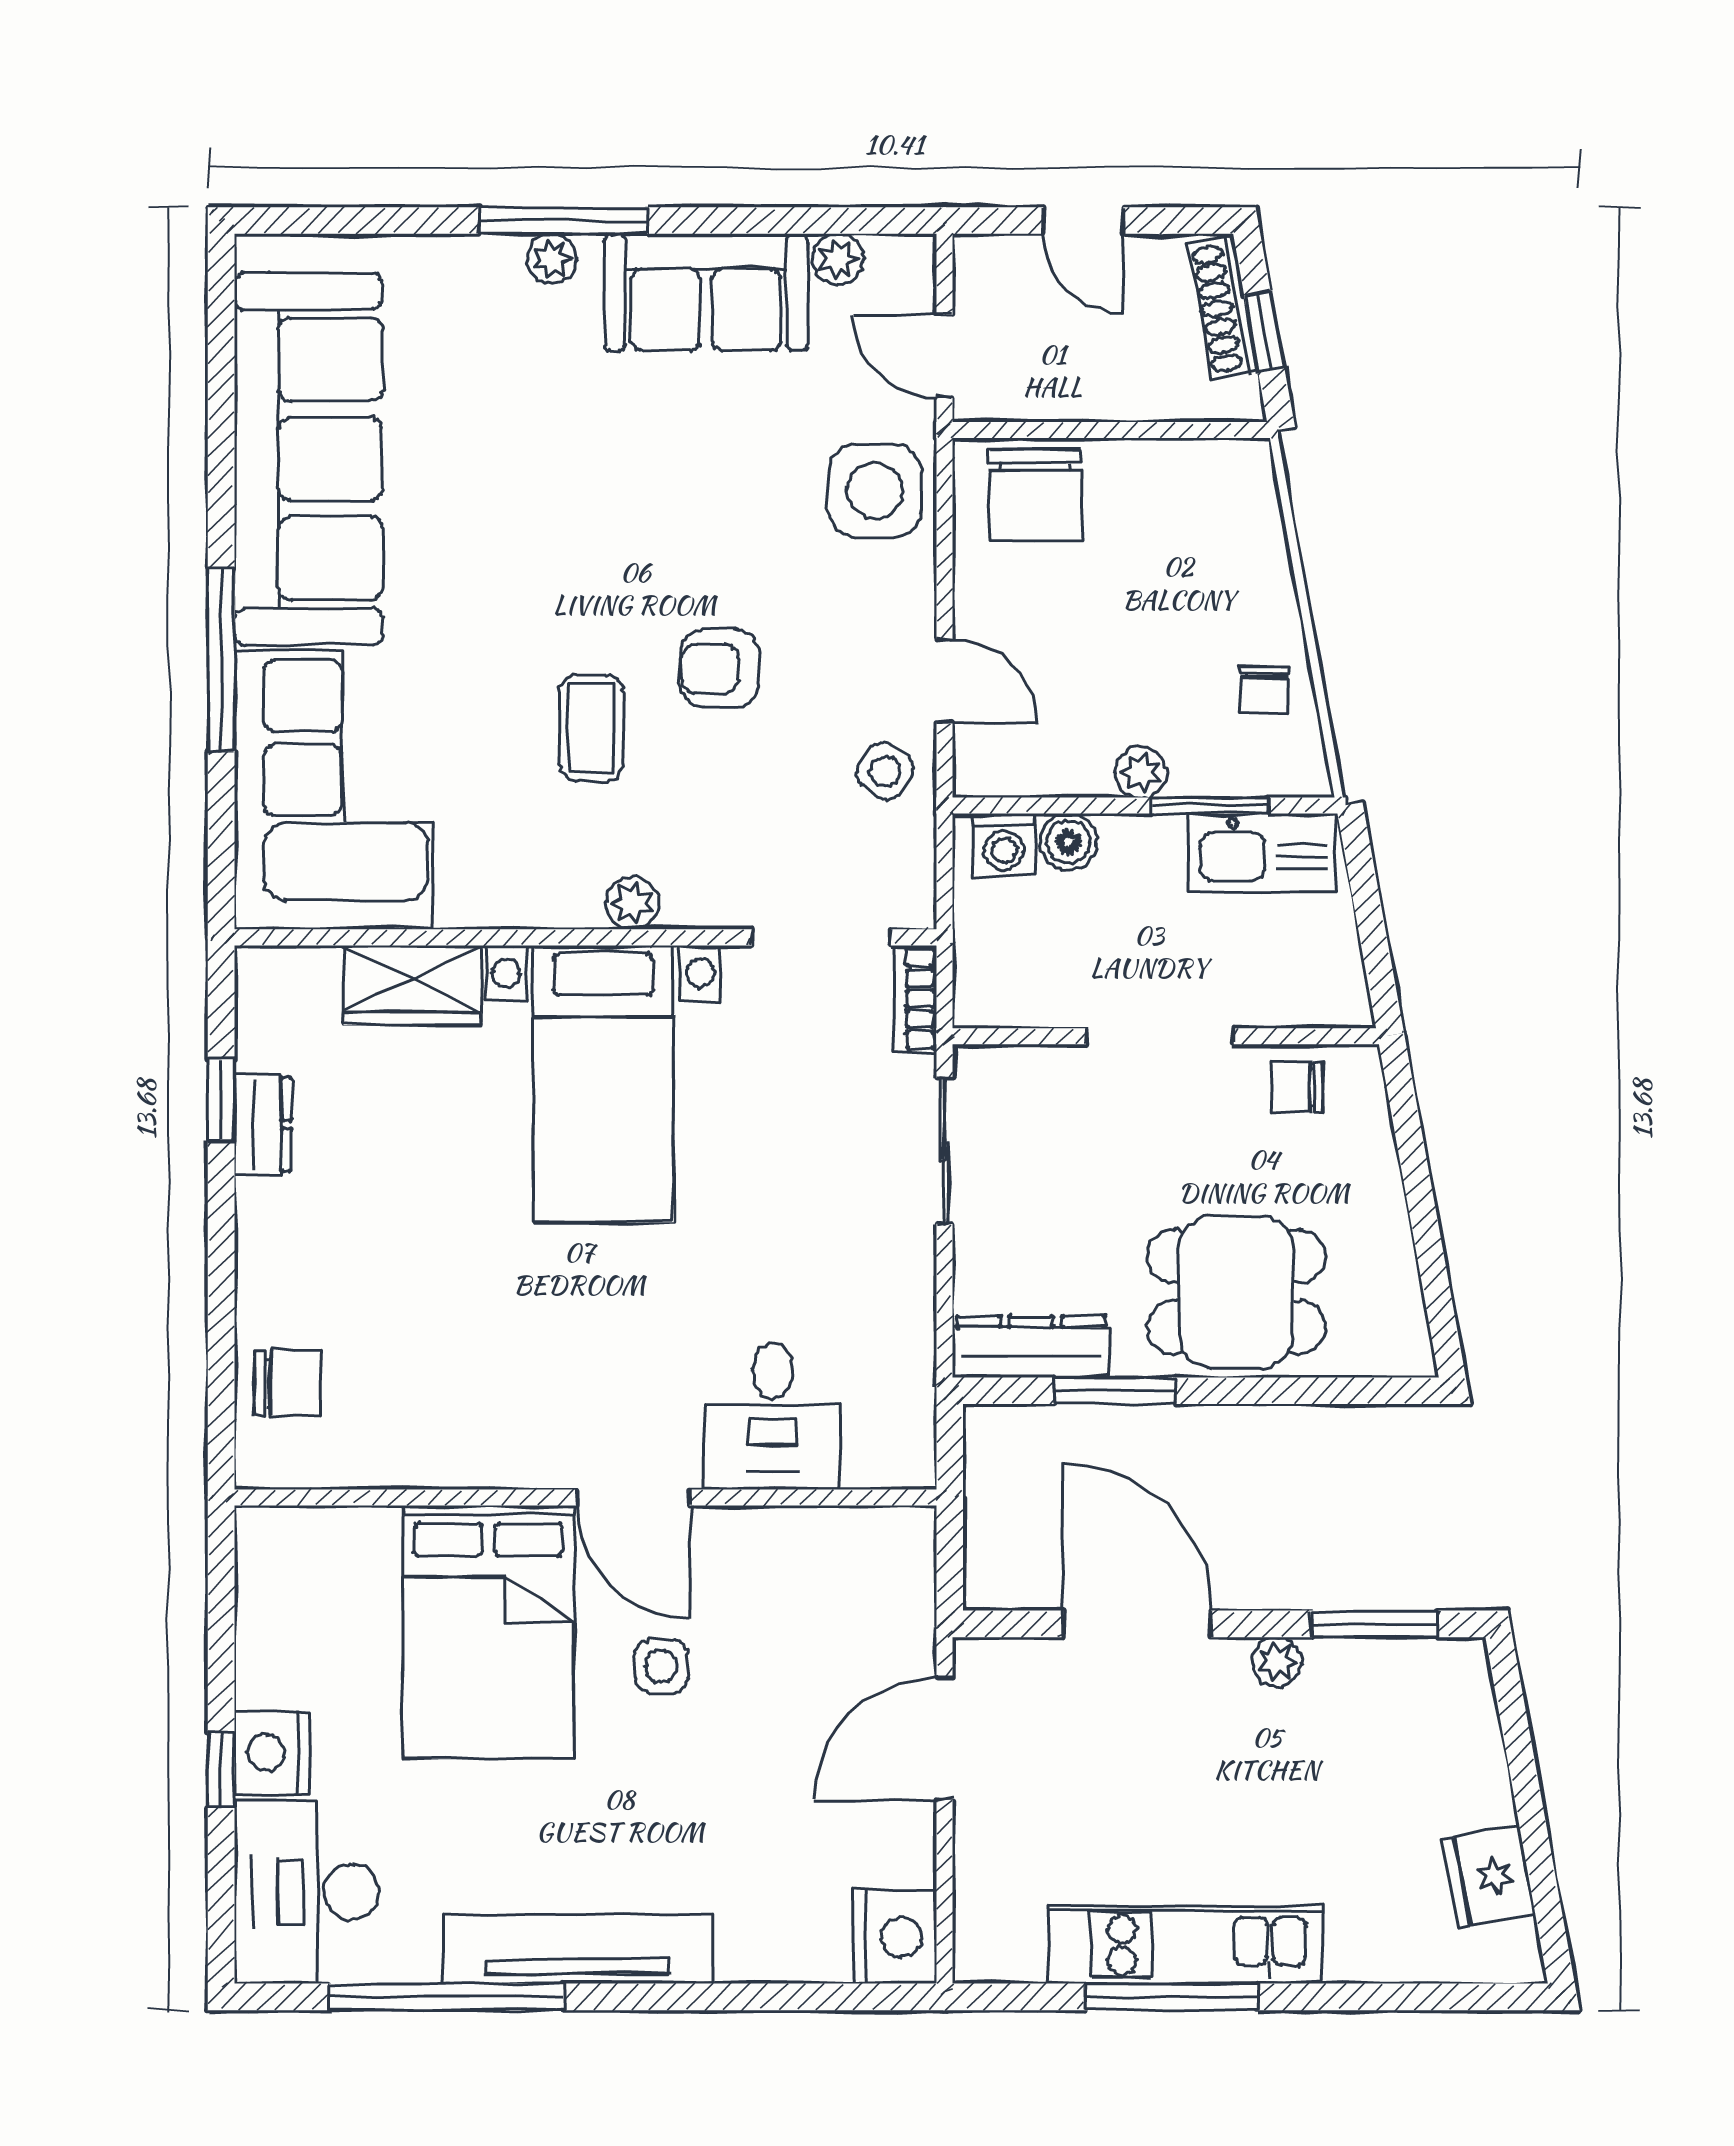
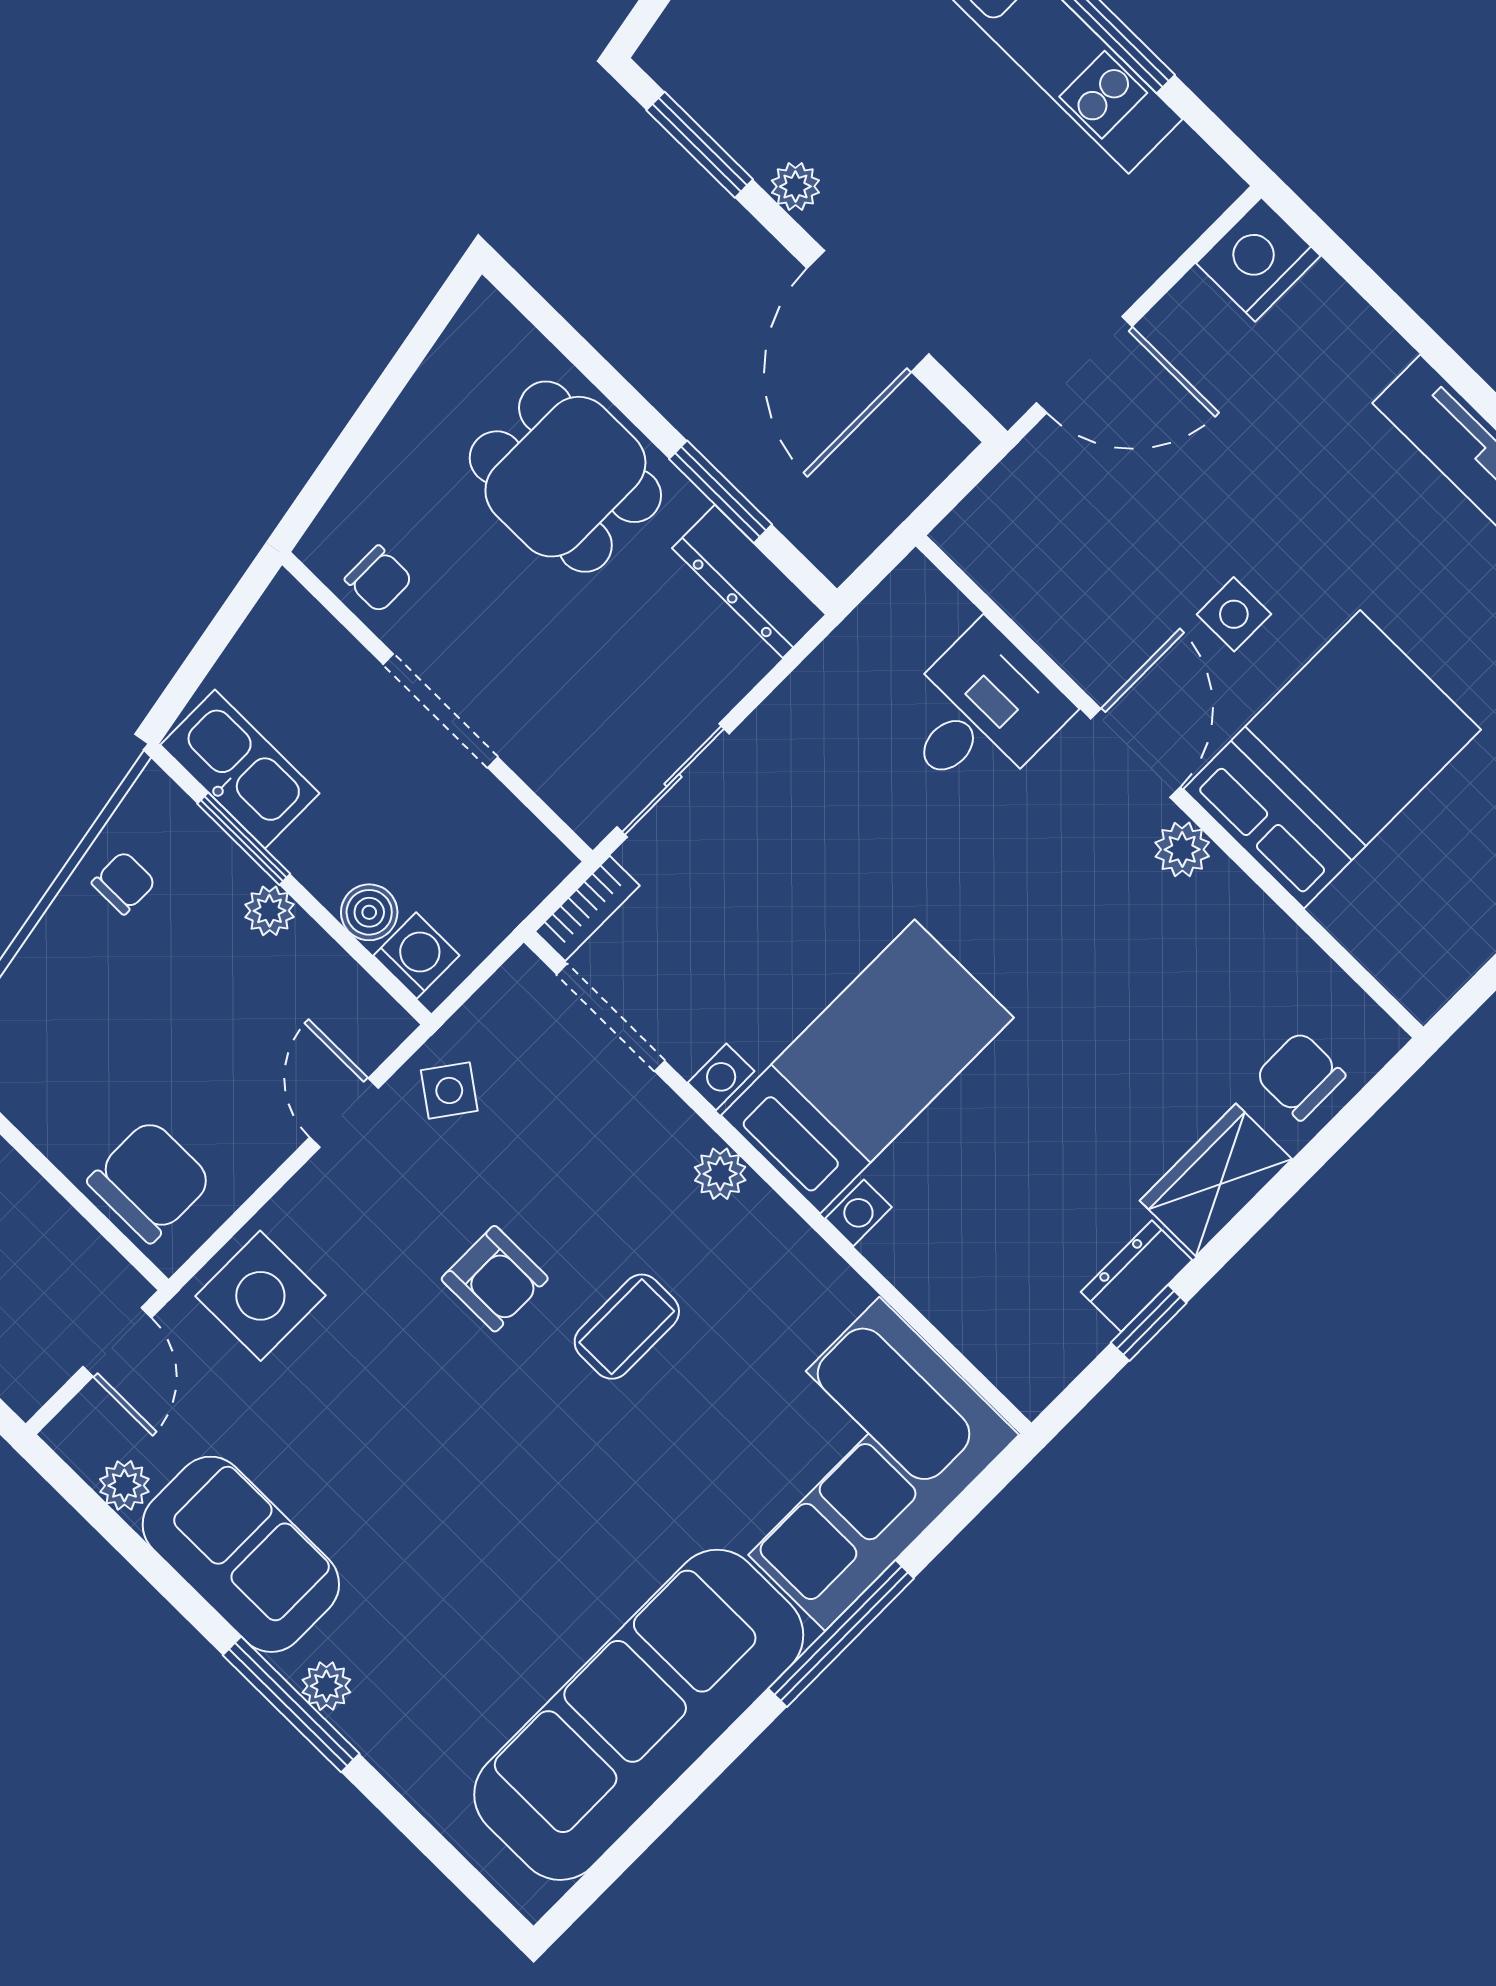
wardrobe: (412, 985) -> (1216, 1180), moved, turned -90
plant: (532, 1462) -> (1182, 849), added

